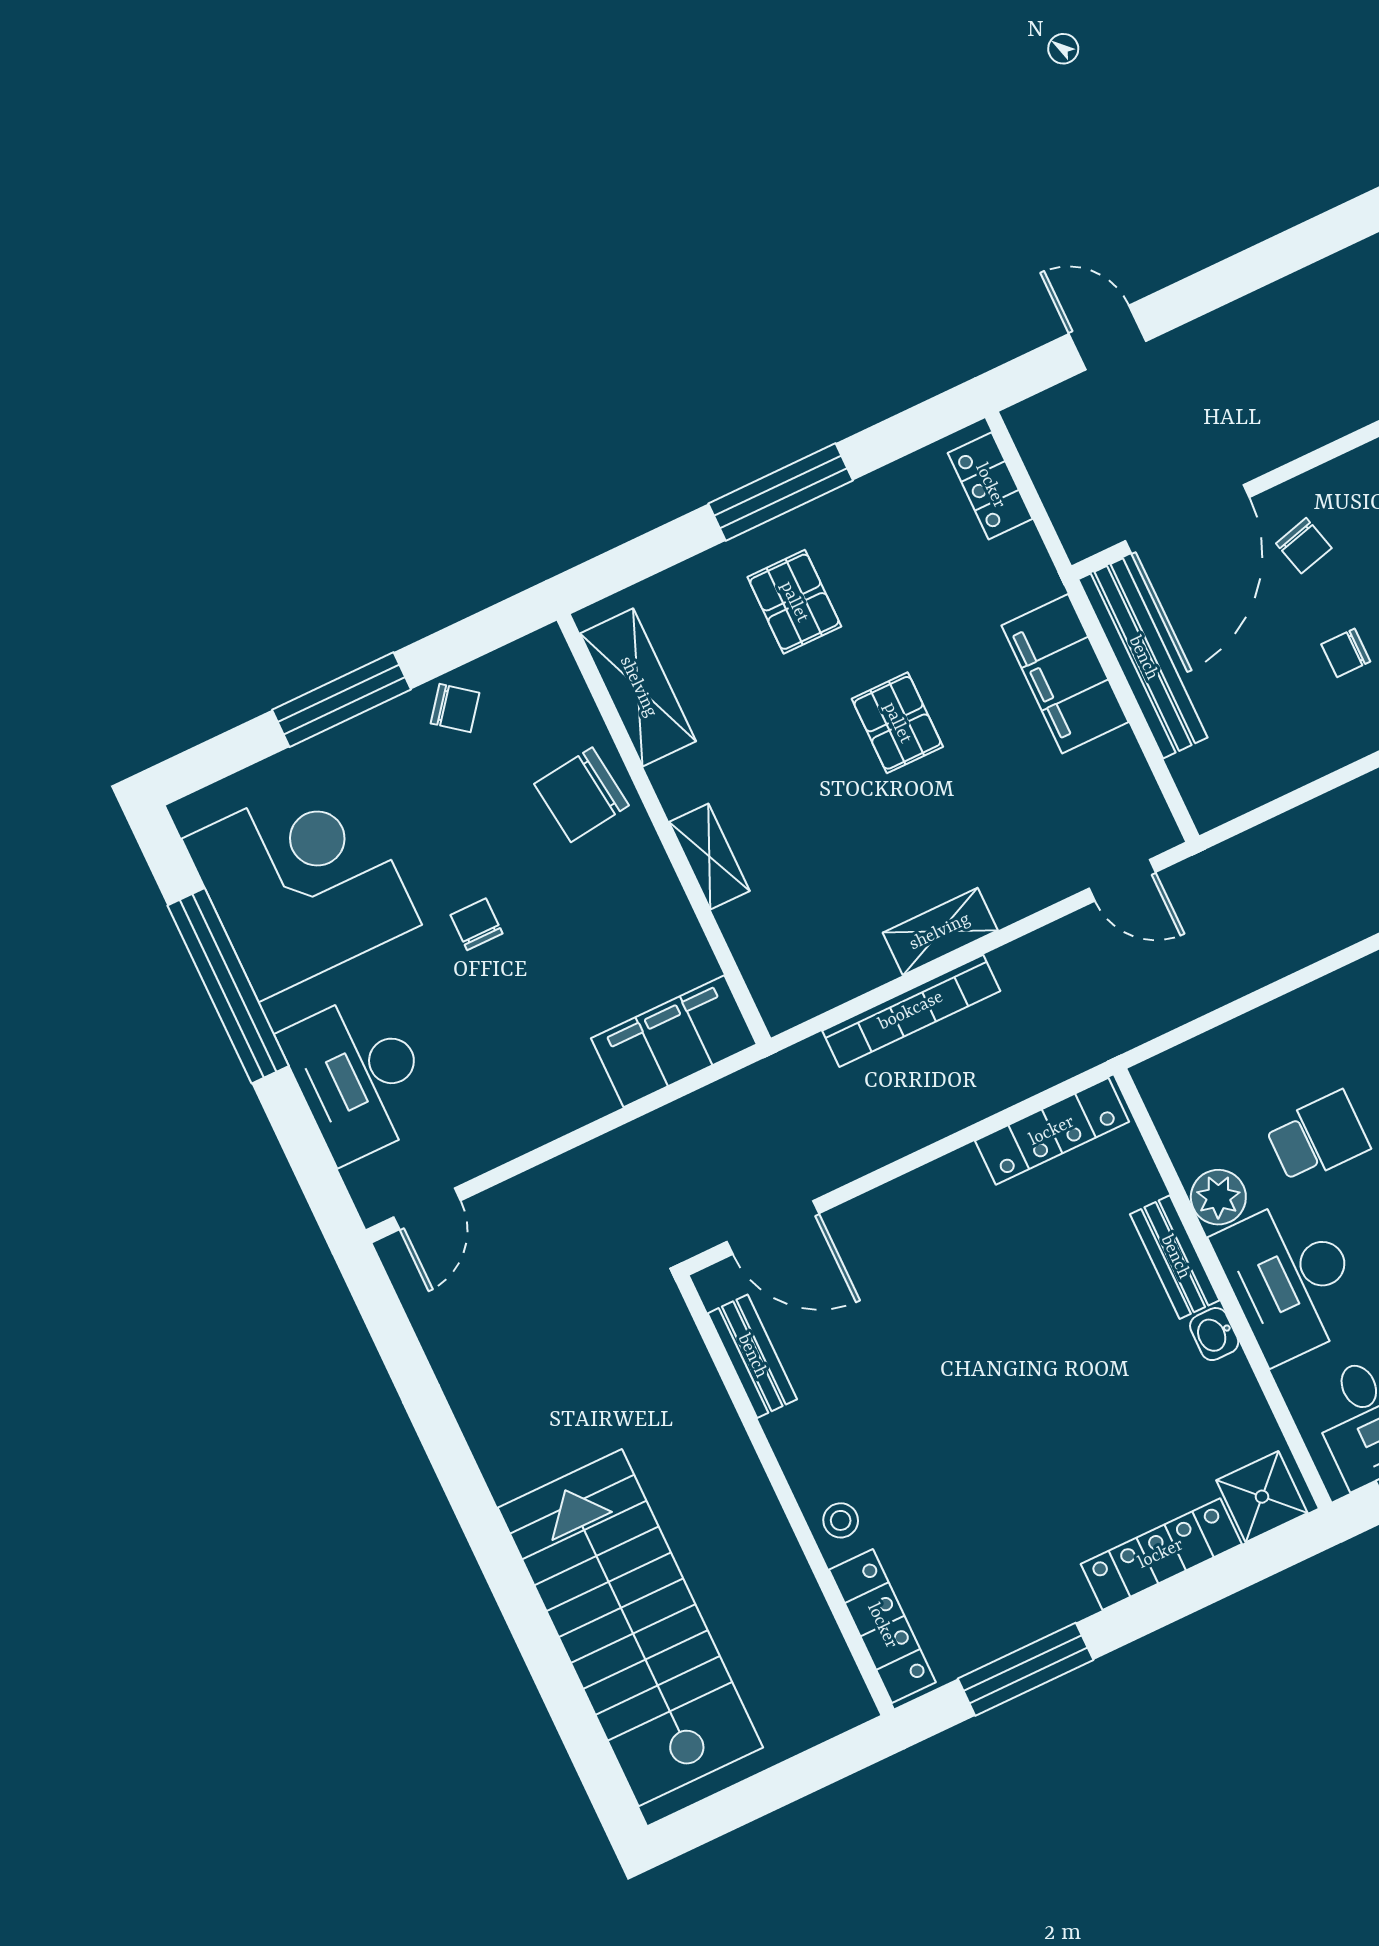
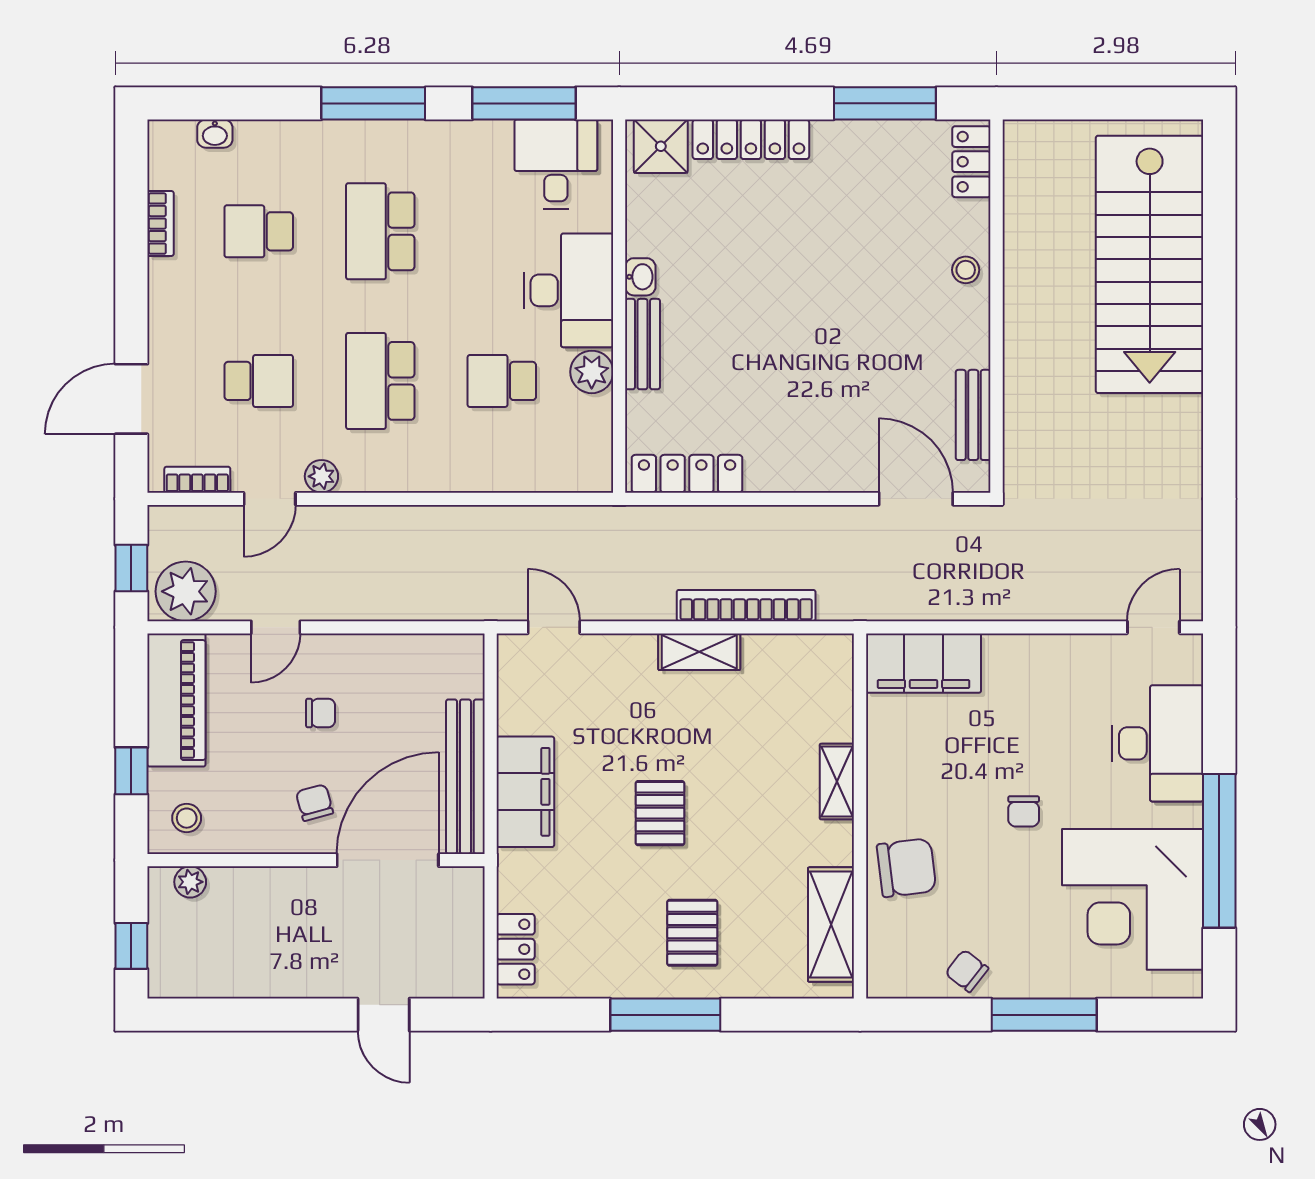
locker: (882, 1626) -> (971, 162), width x0.66

